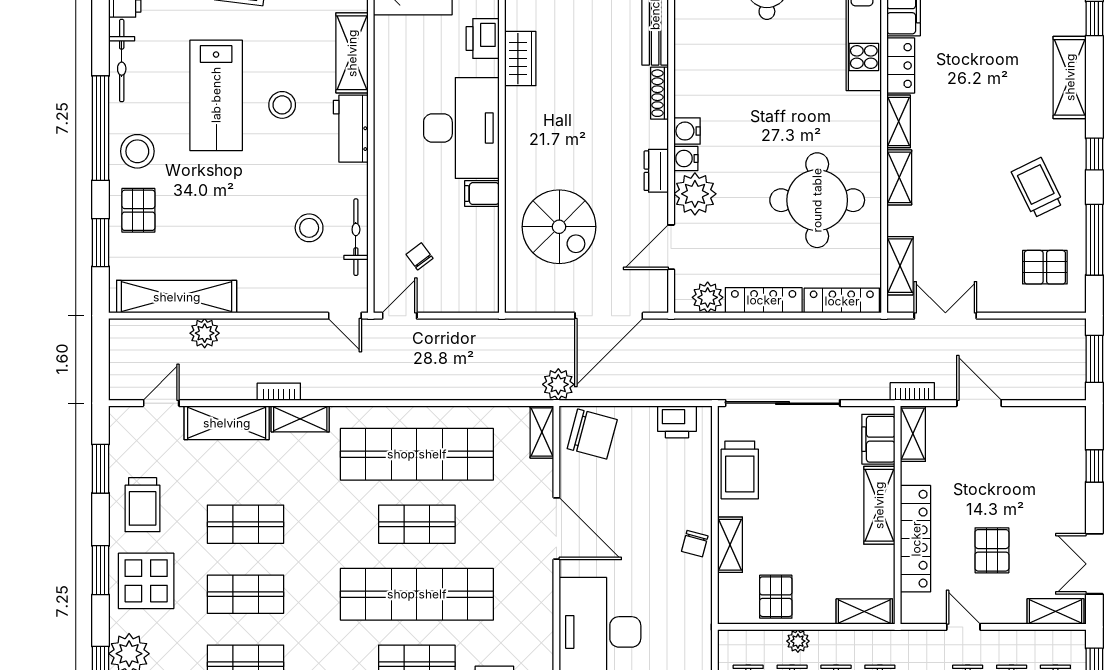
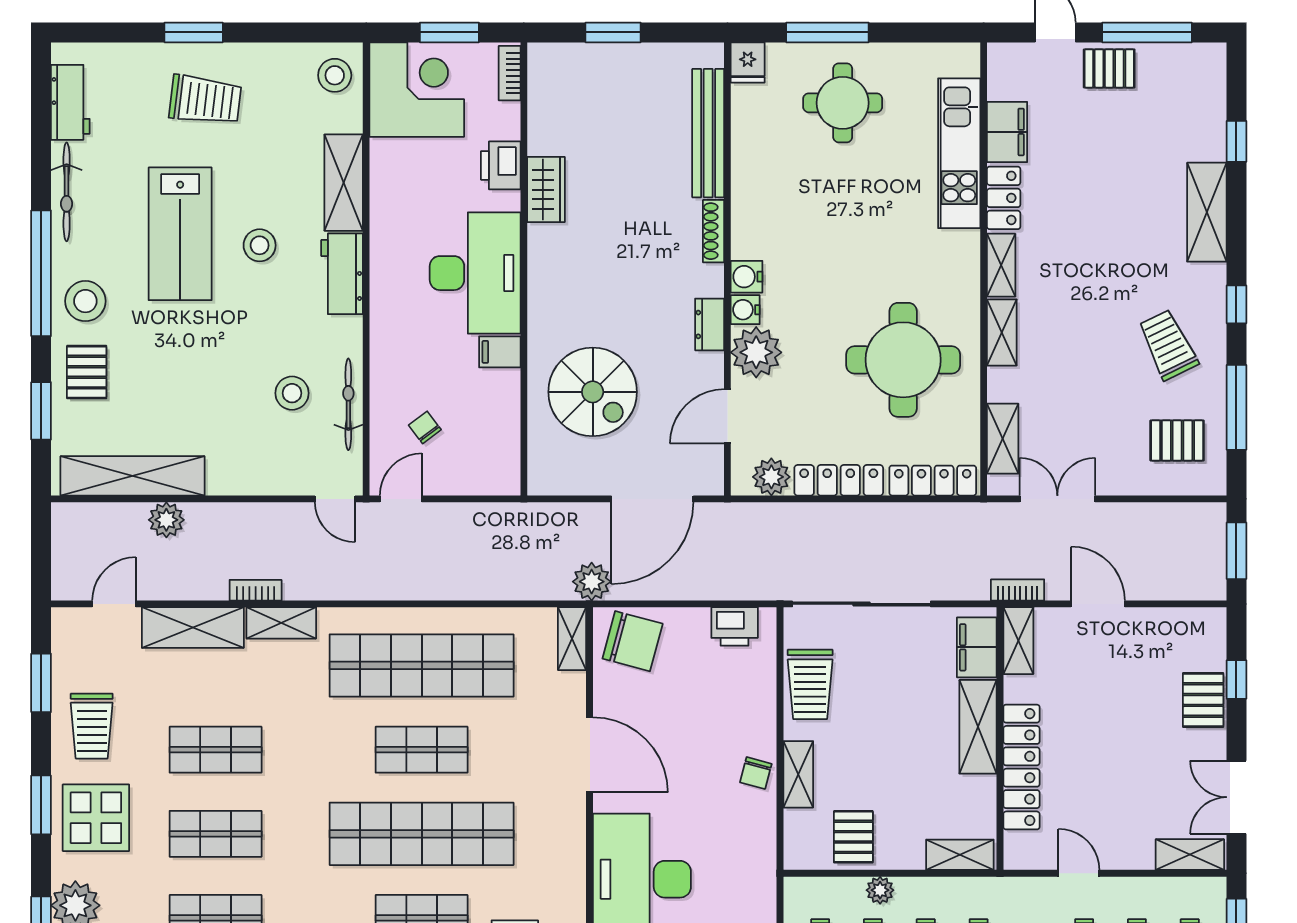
pallet: (992, 550) -> (1203, 700), moved

